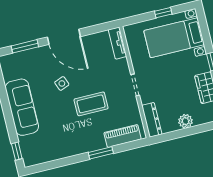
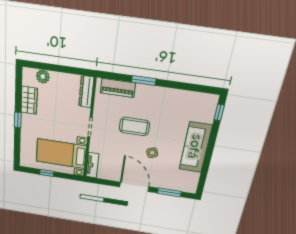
bed with nightstands: (174, 38) -> (61, 154), moved, turned 180
plant: (185, 121) -> (43, 77), moved

